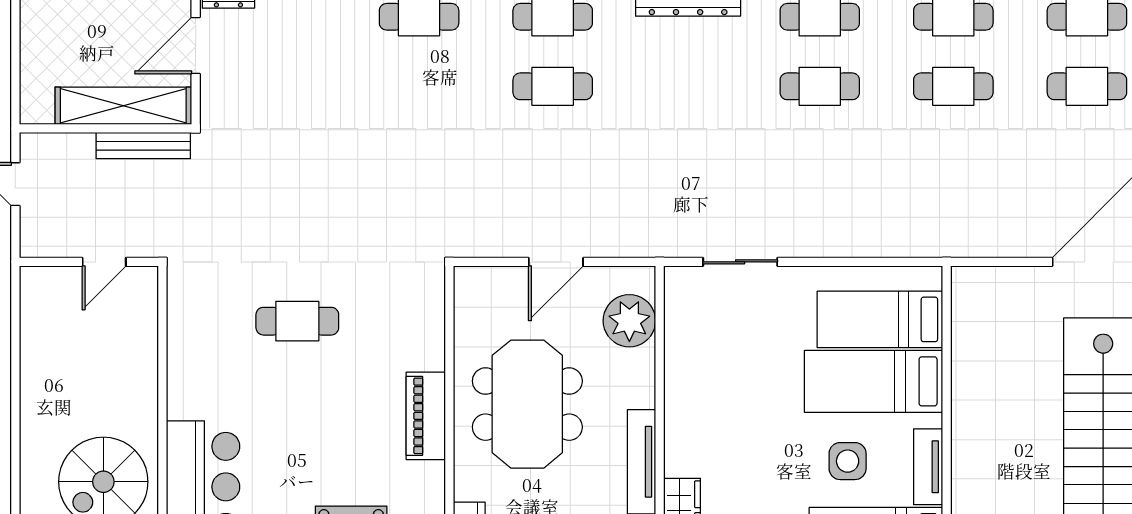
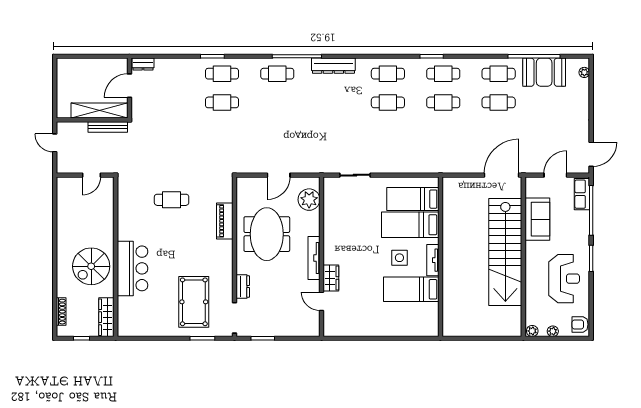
cafe table: (553, 86) -> (222, 102), moved
piano: (426, 416) -> (225, 221), moved

